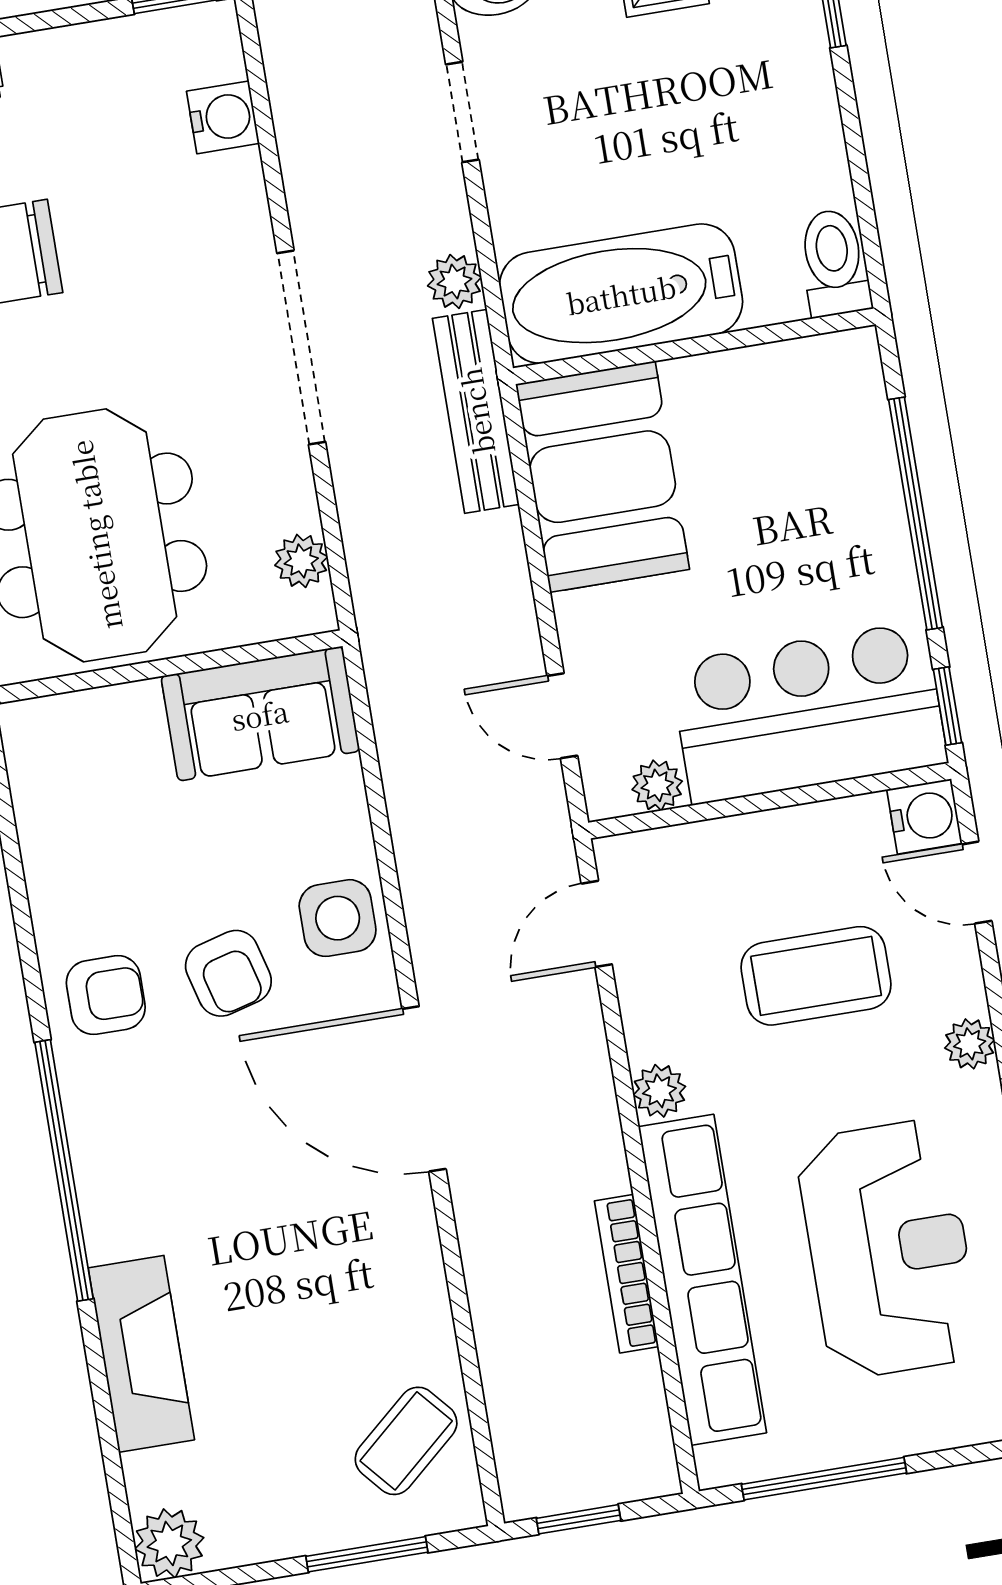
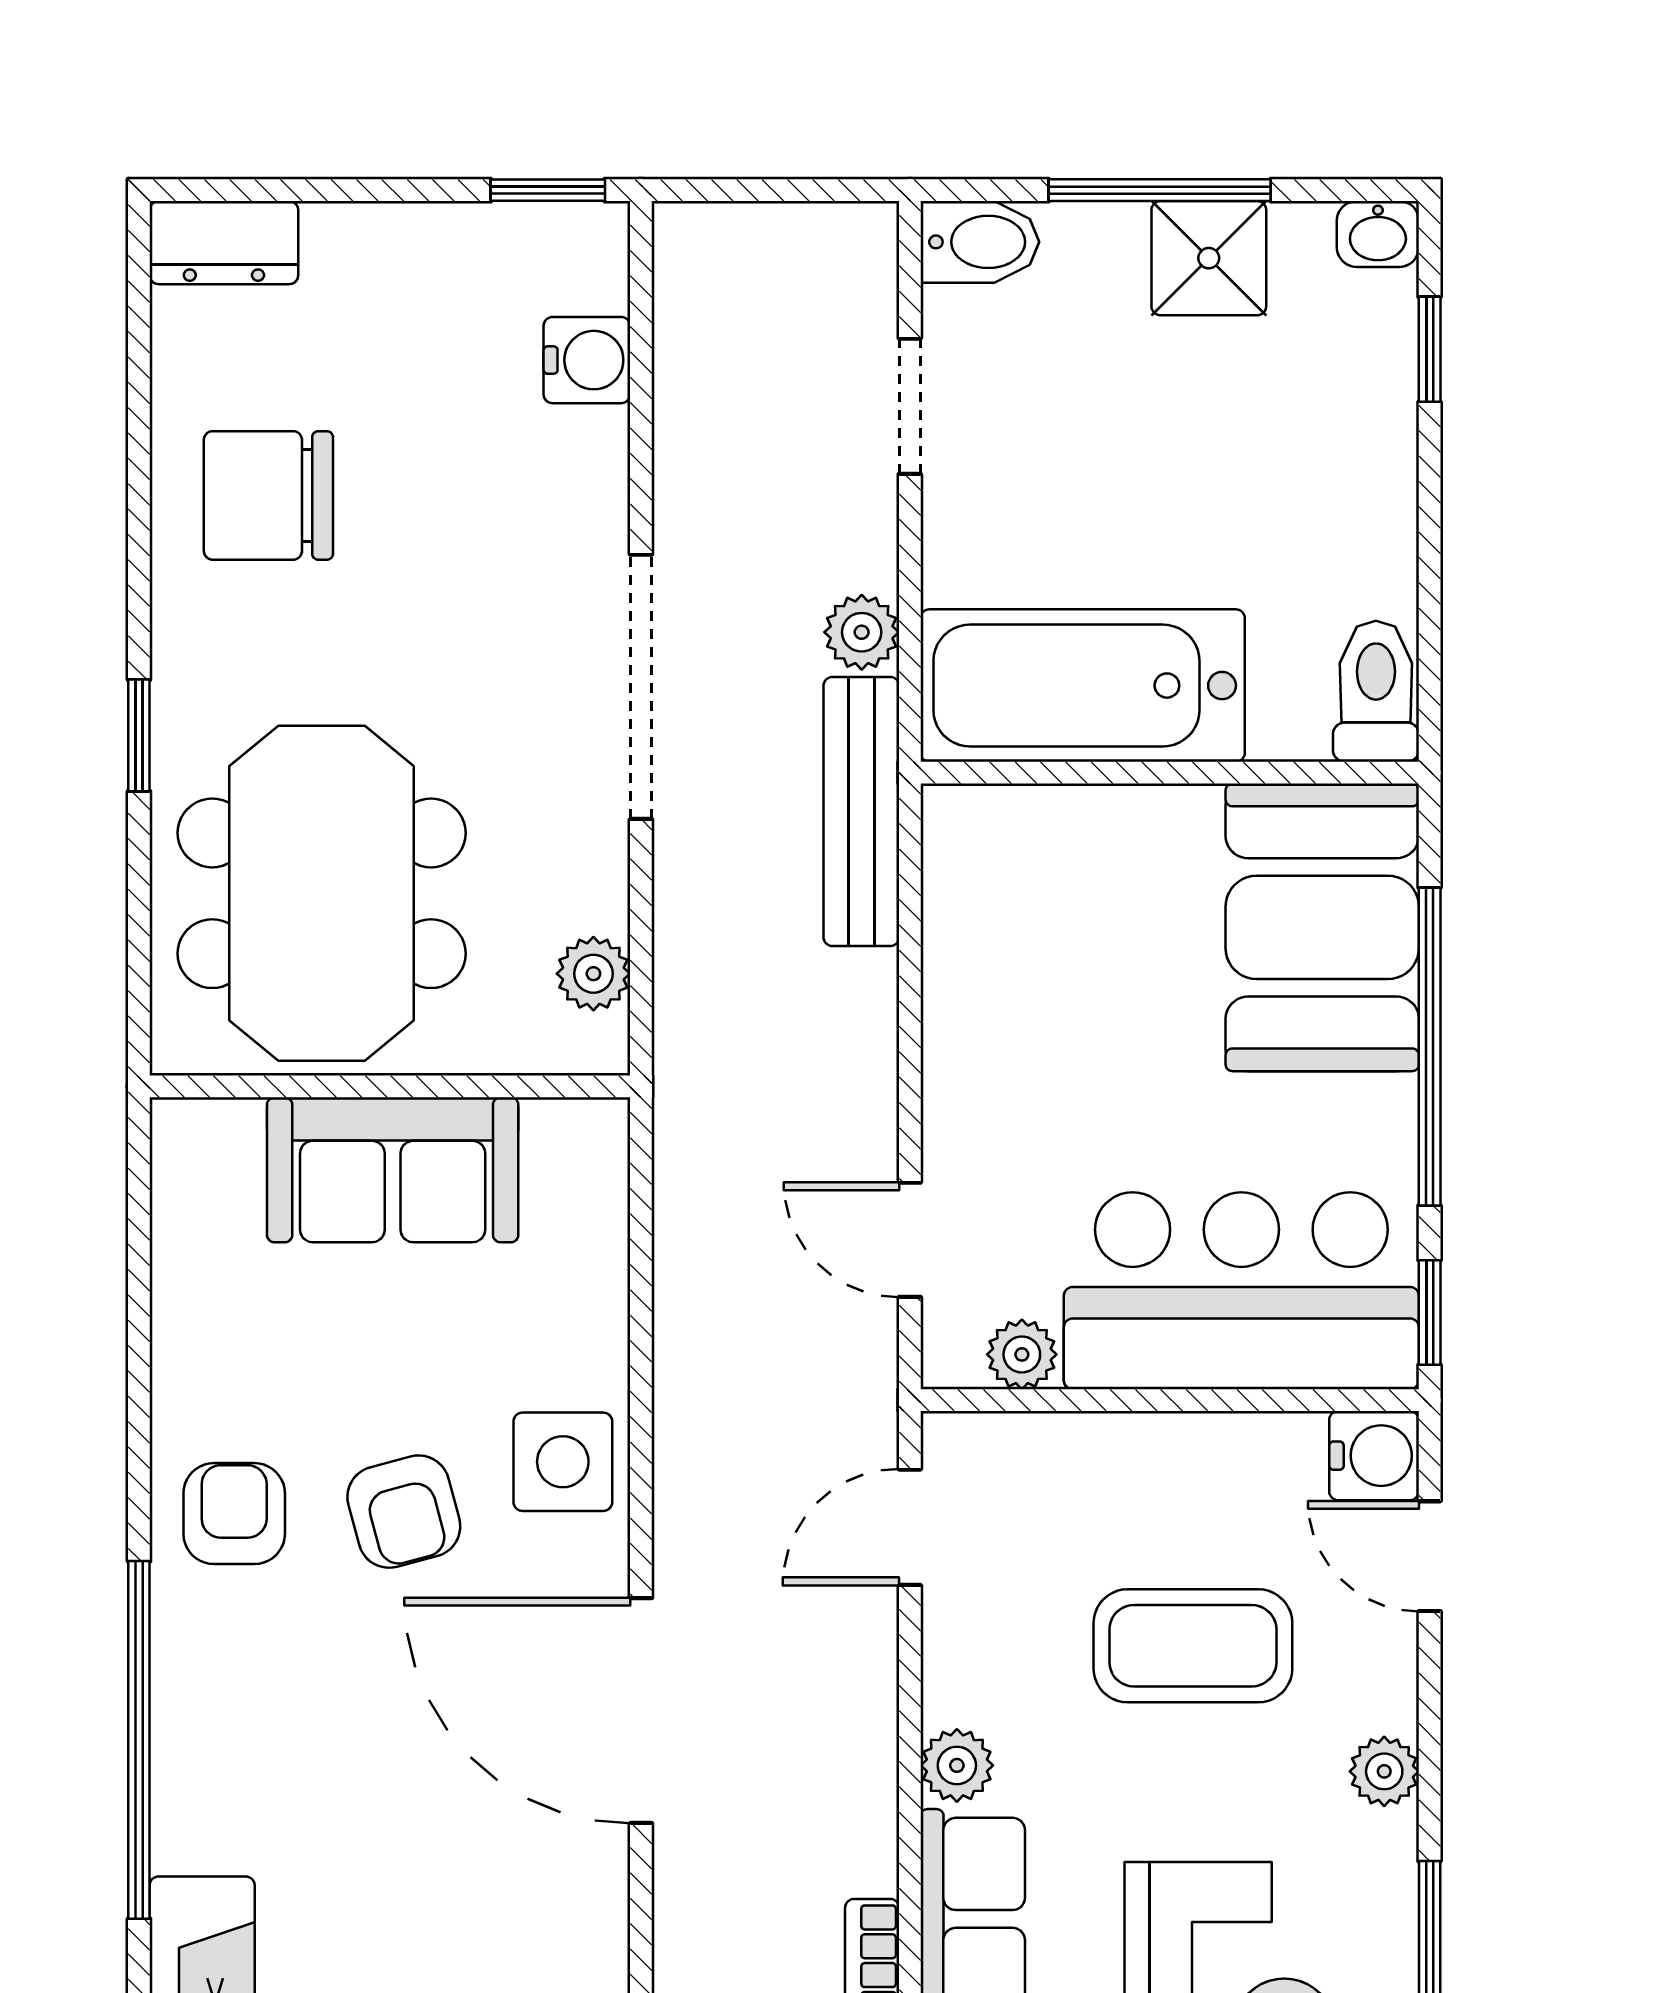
booth: (603, 477) -> (1322, 927), moved
sofa: (260, 714) -> (393, 1170), moved
armchair: (106, 995) -> (234, 1514), turned -90

